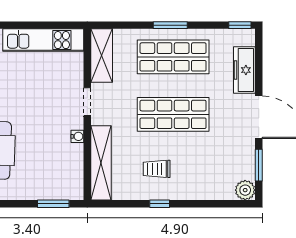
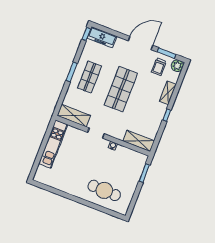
shop shelf: (173, 57) -> (90, 77), width x0.70, depth x0.74
freezer: (244, 70) -> (102, 37), moved
shelving: (101, 163) -> (139, 141), width x0.68
trolley: (157, 169) -> (159, 67), moved
shelving: (196, 192) -> (168, 93), added

